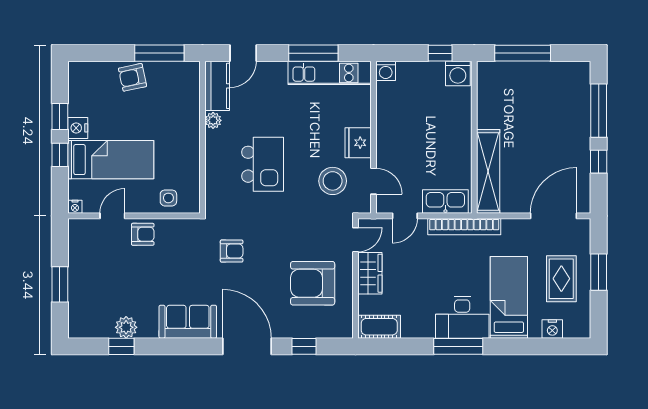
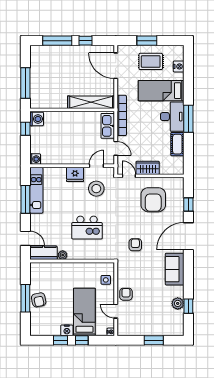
window: (159, 53) -> (25, 298), moved
kitchen island: (263, 164) -> (87, 228), turned 180
cot: (379, 327) -> (177, 144), moved

